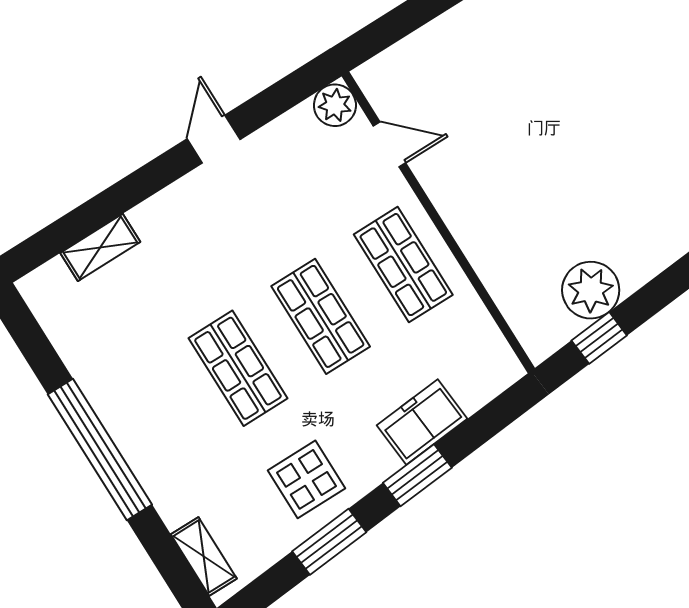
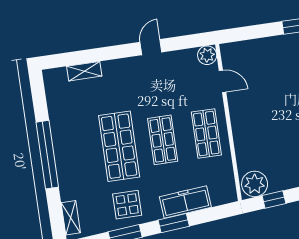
plant: (591, 290) -> (255, 184), moved
shop shelf: (238, 368) -> (119, 146), width x1.43, depth x1.36
freezer: (422, 422) -> (185, 202), width x1.40

